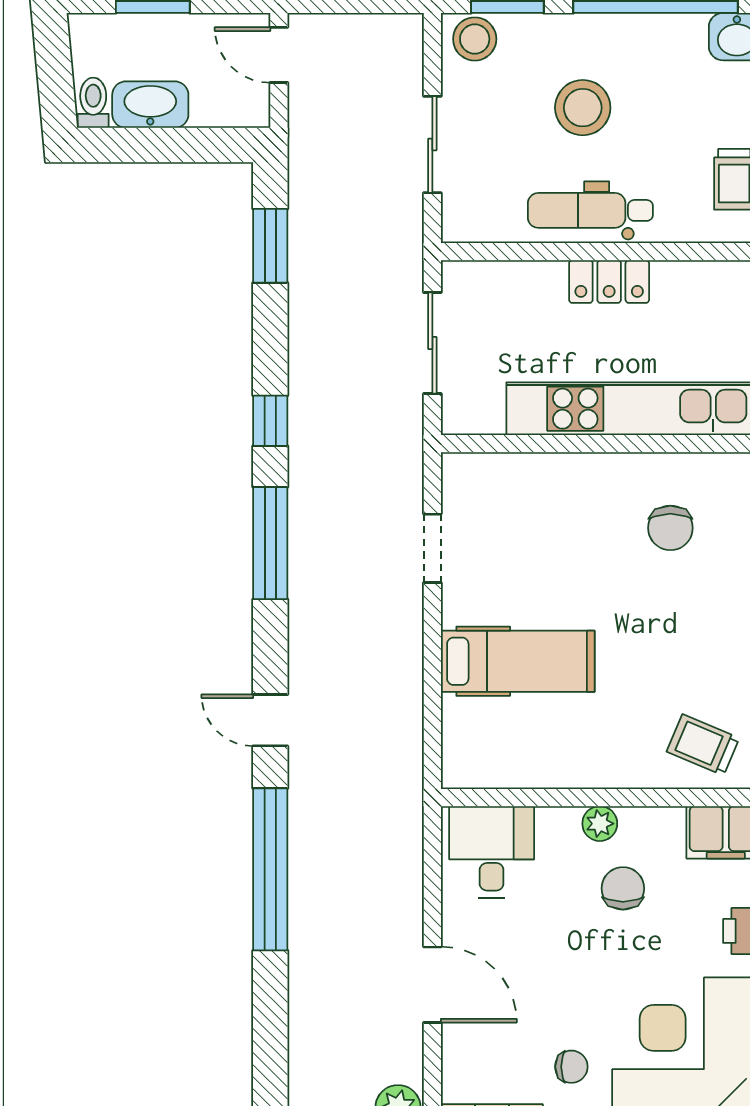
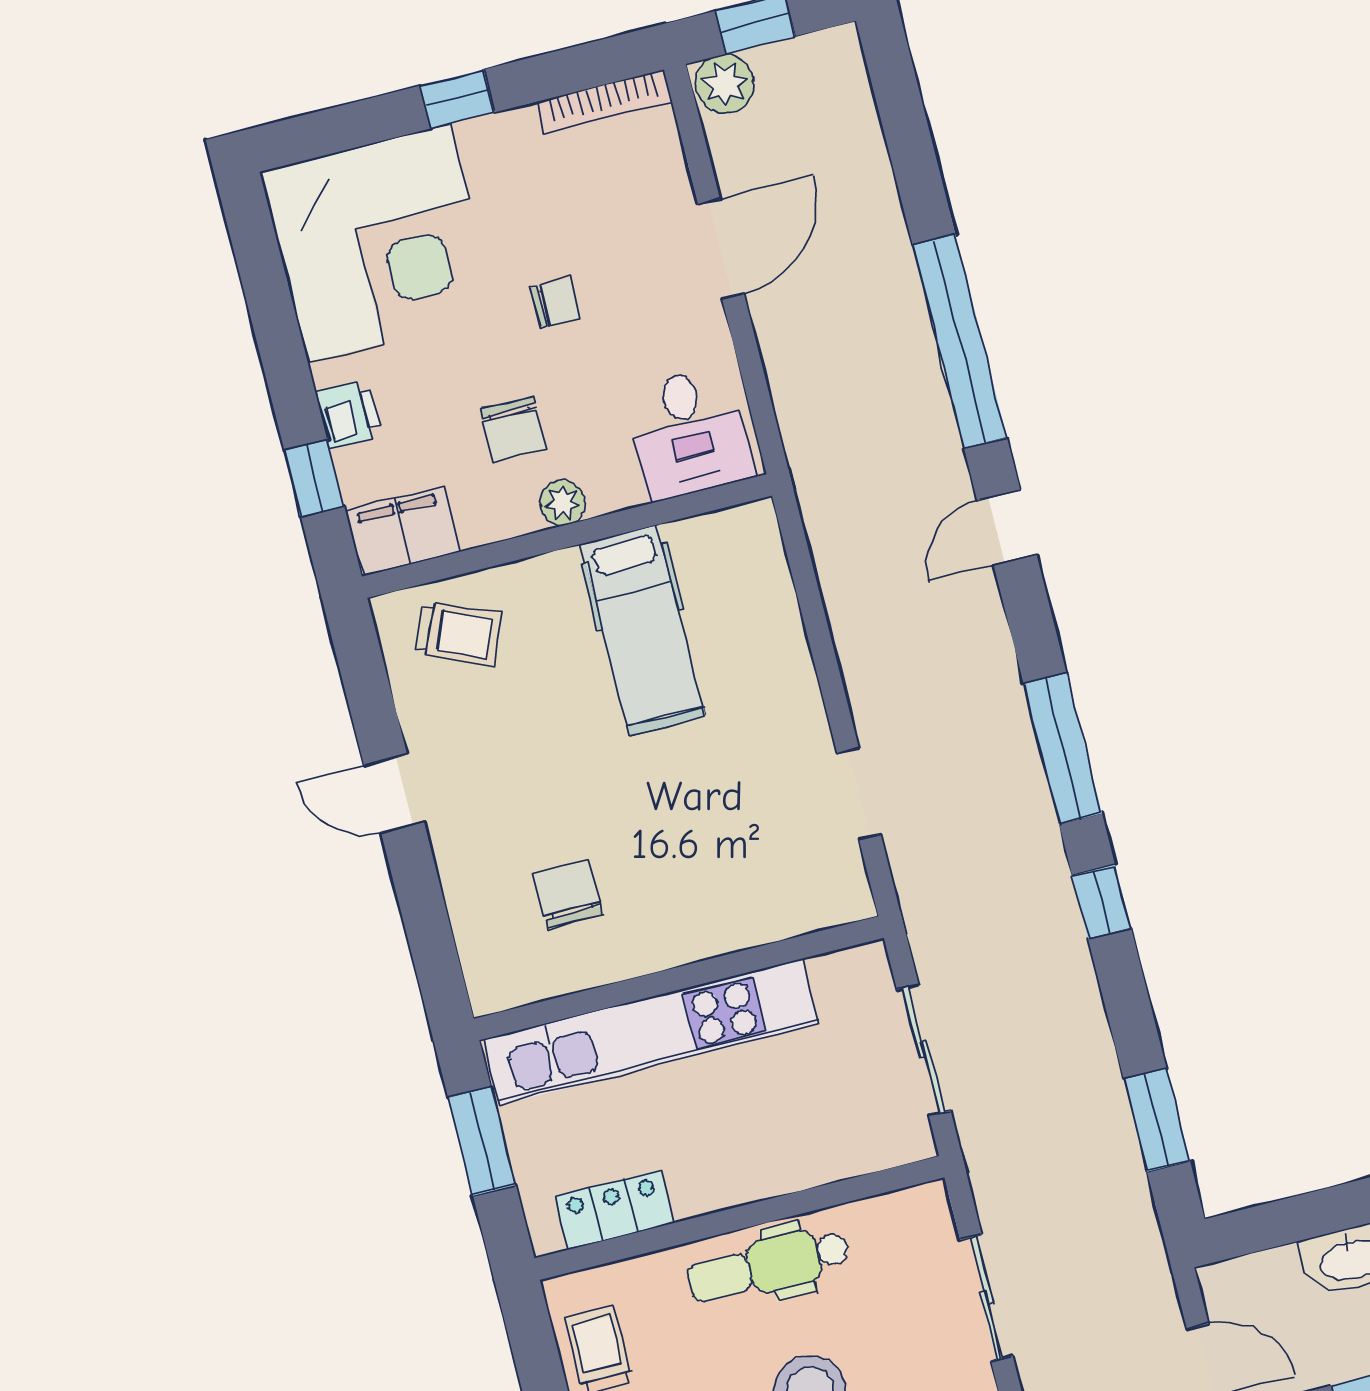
dental chair: (590, 210) -> (768, 1266), turned 180
locker: (609, 282) -> (614, 1210), moved
hospital bed: (518, 661) -> (643, 630), moved, turned -90
door: (270, 720) -> (1007, 528), swing flipped
door: (432, 985) -> (721, 249), swing flipped
chair: (571, 1067) -> (556, 303), moved, turned 180

